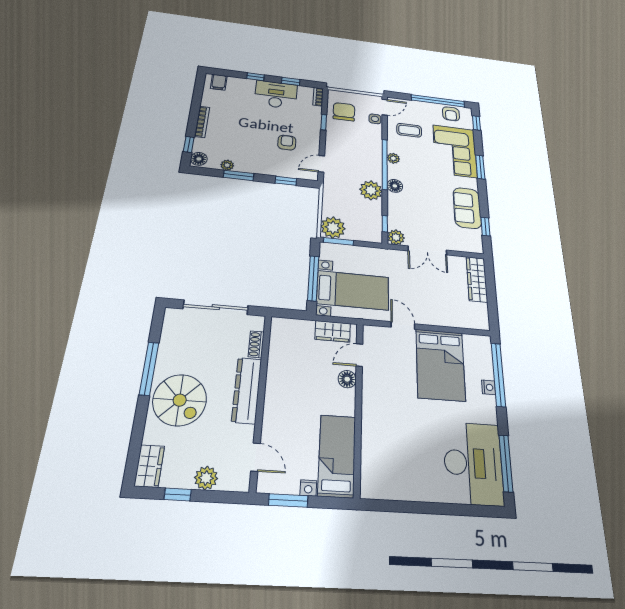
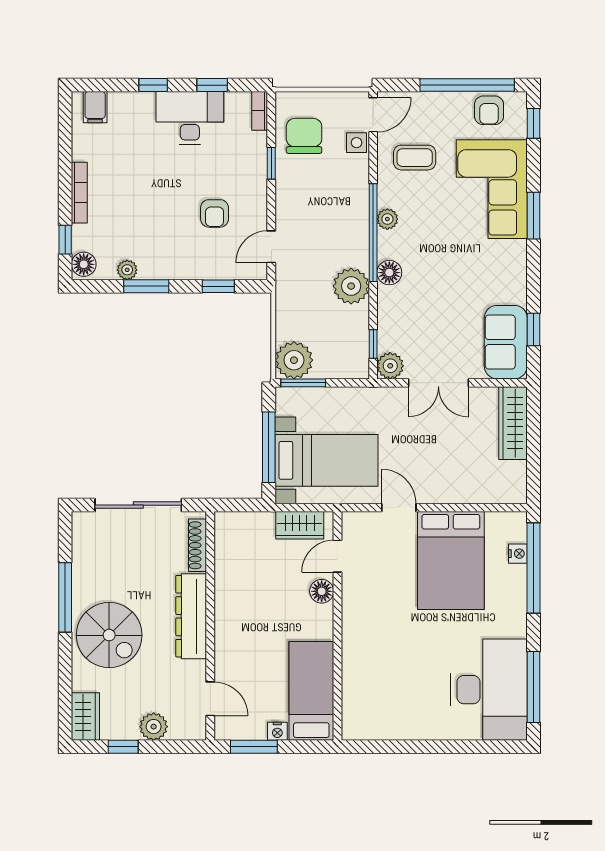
armchair: (287, 143) -> (215, 213), turned 180
sofa: (467, 208) -> (506, 342), moved
shoe rack: (256, 344) -> (197, 545), width x1.43
nightstand: (489, 387) -> (518, 554), moved

